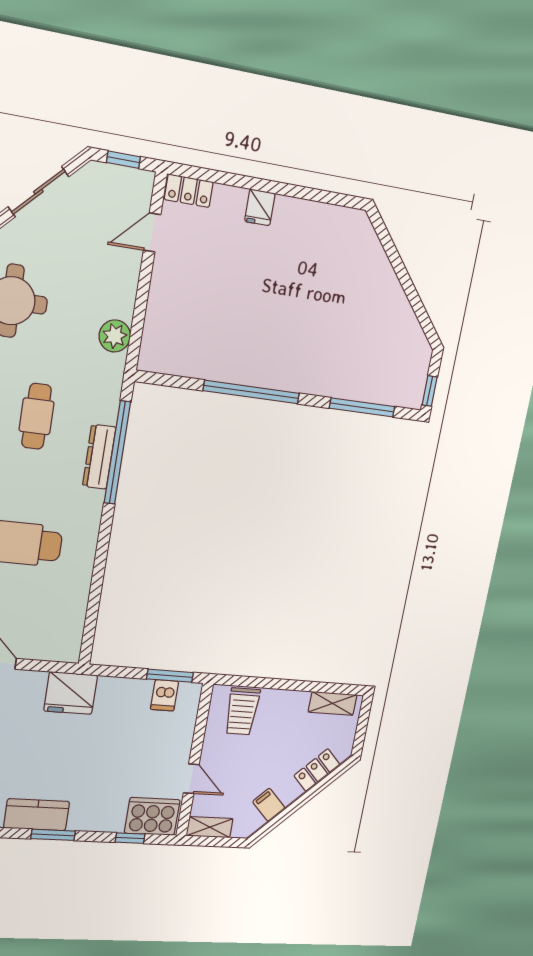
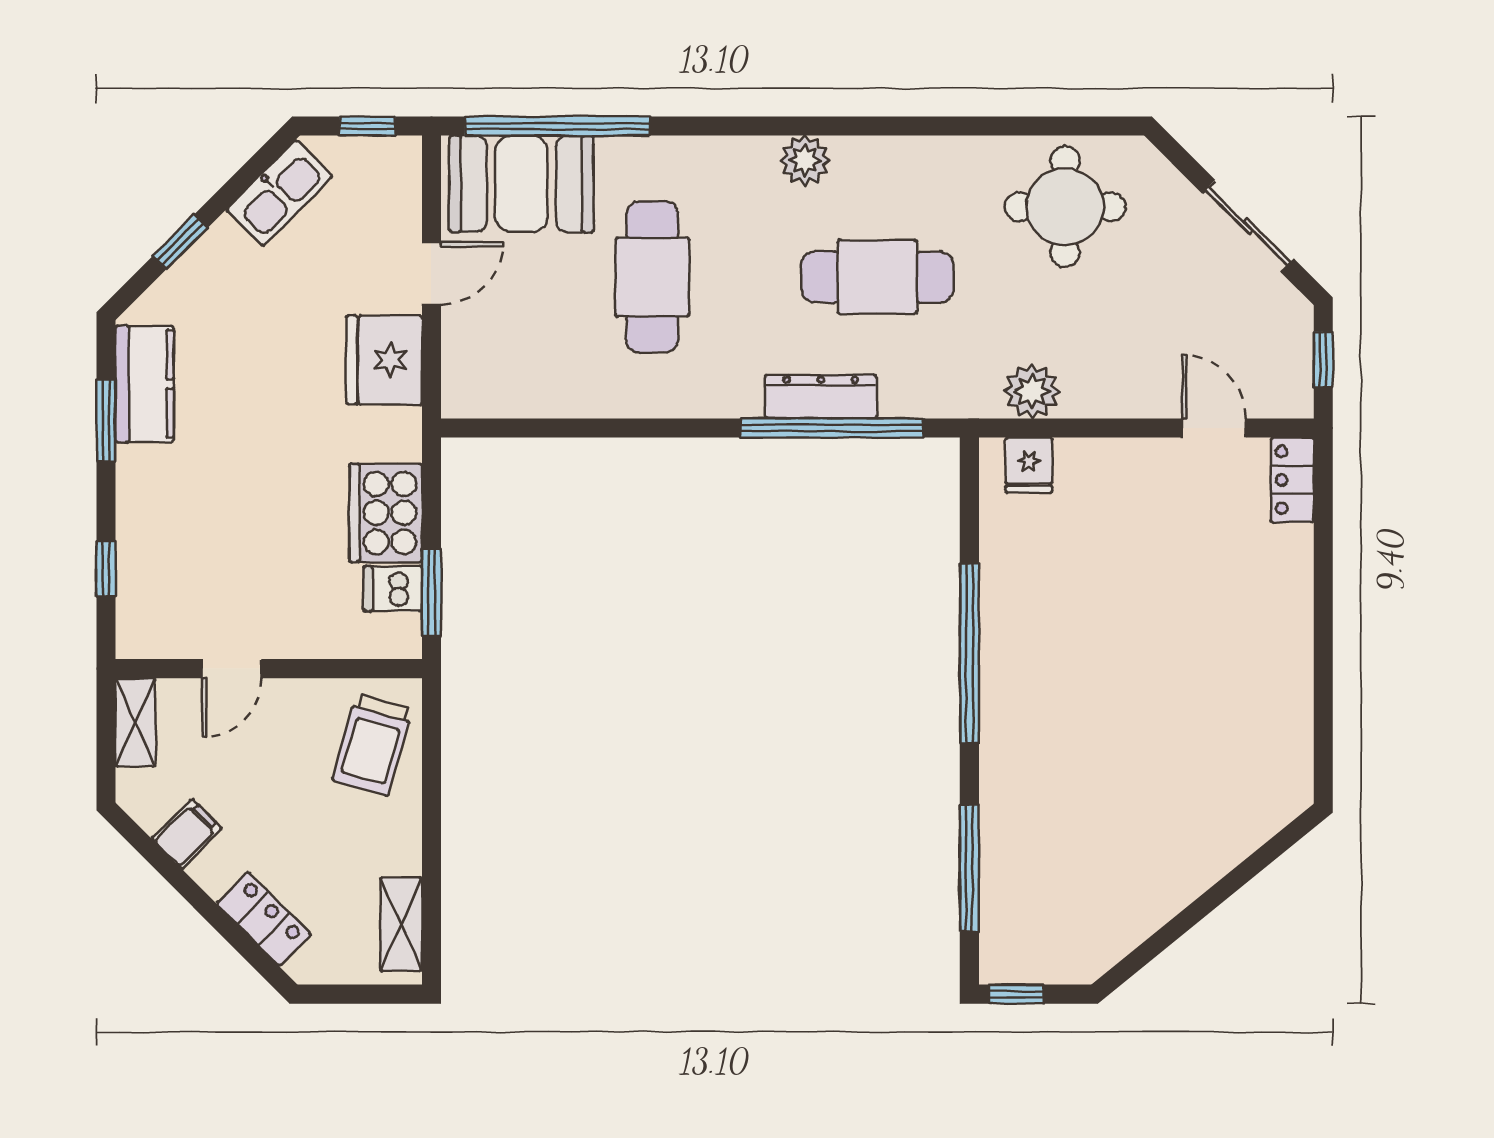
fridge: (260, 207) -> (1029, 465), moved, turned -90
cafe table: (37, 416) -> (877, 277), width x1.37, depth x1.35
fridge: (71, 693) -> (384, 360), moved
trolley: (242, 711) -> (372, 745), turned -74
cooker: (152, 816) -> (386, 513), moved, turned 180

